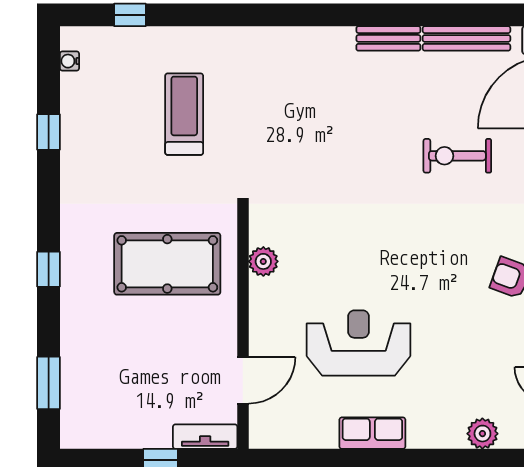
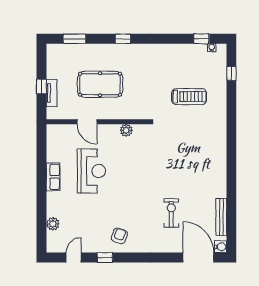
bench: (388, 38) -> (221, 184), removed
window: (49, 132) -> (201, 39), moved
pool table: (167, 264) -> (100, 84), moved, turned 90
door: (243, 380) -> (87, 122), moved
tv unit: (205, 437) -> (52, 93), moved

